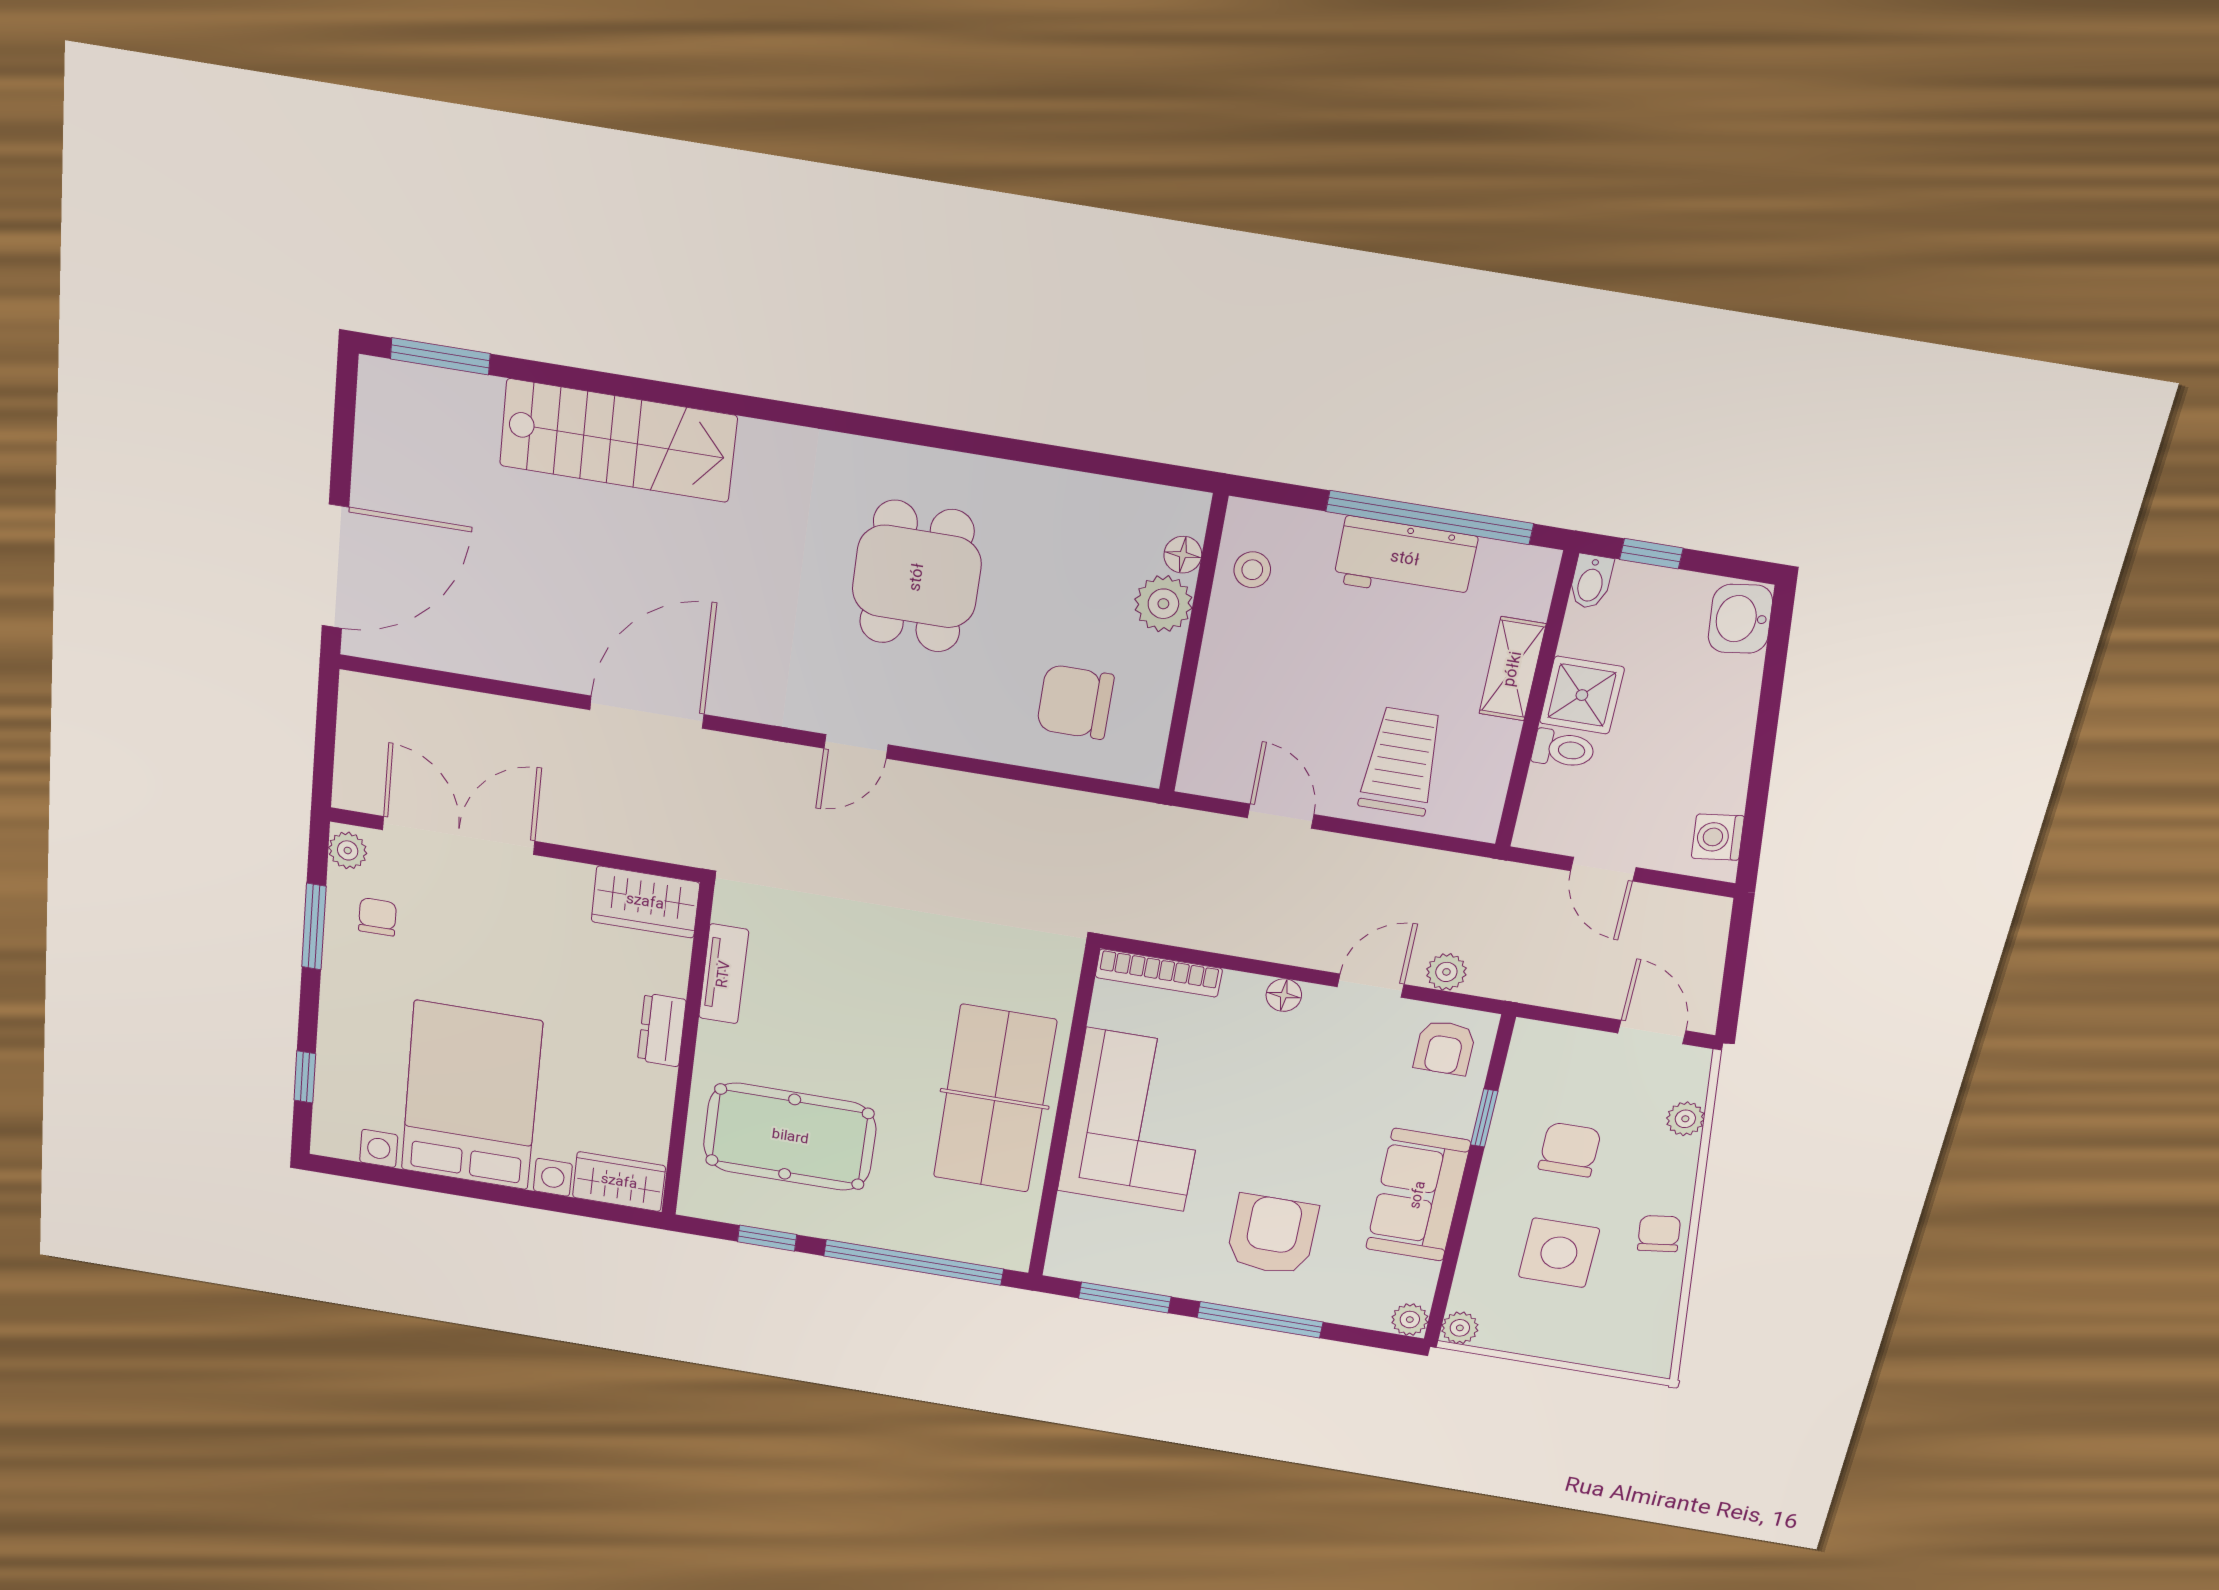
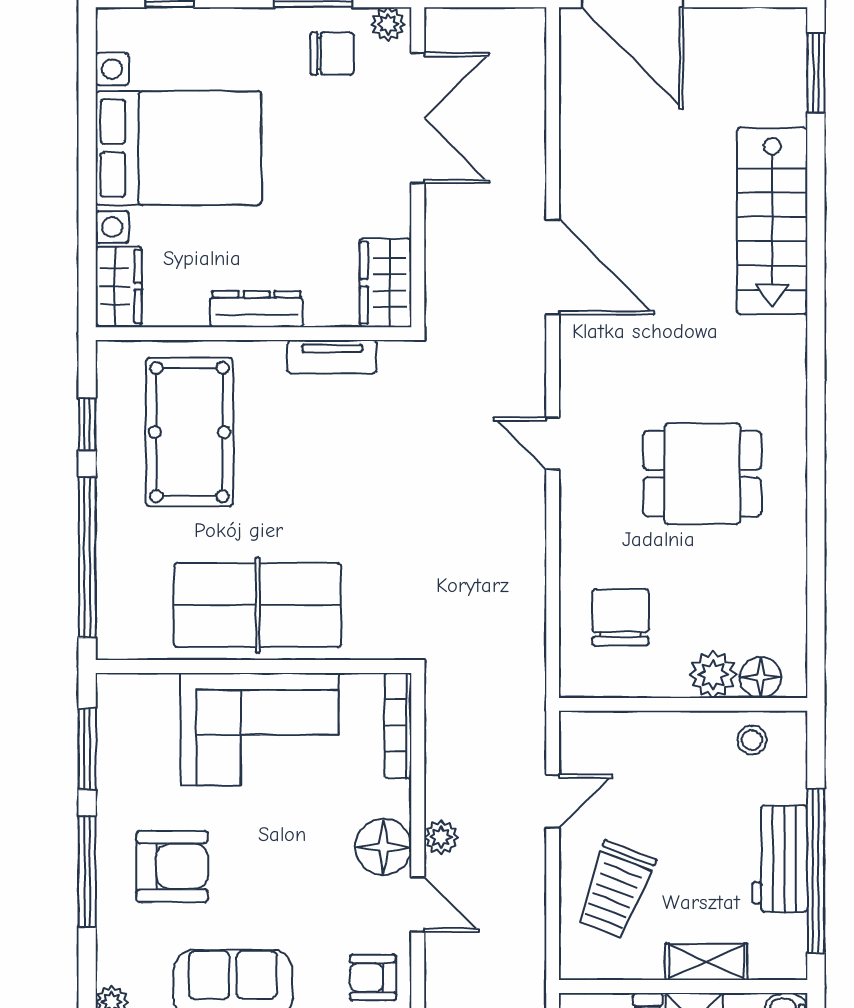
floor lamp: (1183, 555) -> (760, 677), width x1.37, depth x1.37
trolley: (1401, 762) -> (615, 890), turned 111
chair: (377, 917) -> (332, 54), width x1.37, depth x1.37
plant: (1446, 972) -> (441, 837), moved
floor lamp: (1284, 995) -> (383, 847), width x1.89, depth x1.89
dresser: (662, 1030) -> (256, 309), width x1.44

